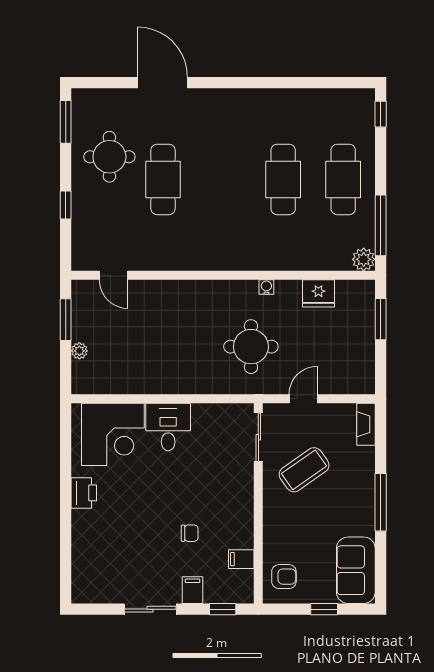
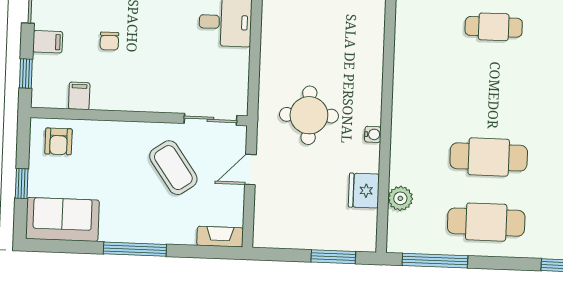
cafe table: (163, 179) -> (494, 27), width x0.73, depth x0.74
plant: (364, 259) -> (400, 198), moved
door: (303, 399) -> (250, 170), swing flipped

